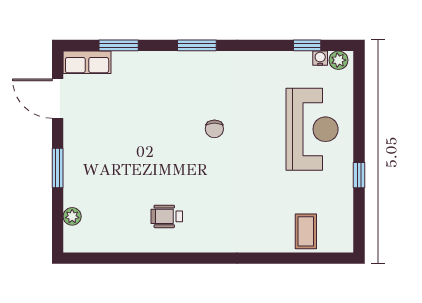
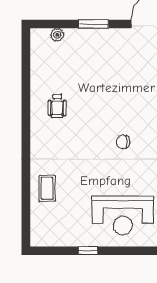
wheelchair: (167, 216) -> (57, 106), turned 180
coffee table: (306, 231) -> (47, 188), moved, turned 90

